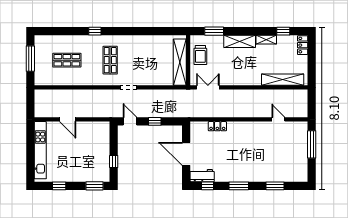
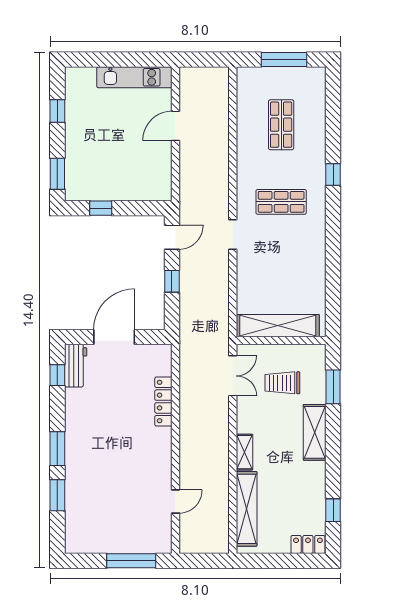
shelving: (266, 40) -> (244, 452), moved
trolley: (200, 55) -> (282, 383), moved
locker: (217, 126) -> (163, 402), width x1.53
kitchen unit: (40, 150) -> (134, 77), width x0.73
window: (239, 186) -> (57, 449), moved

